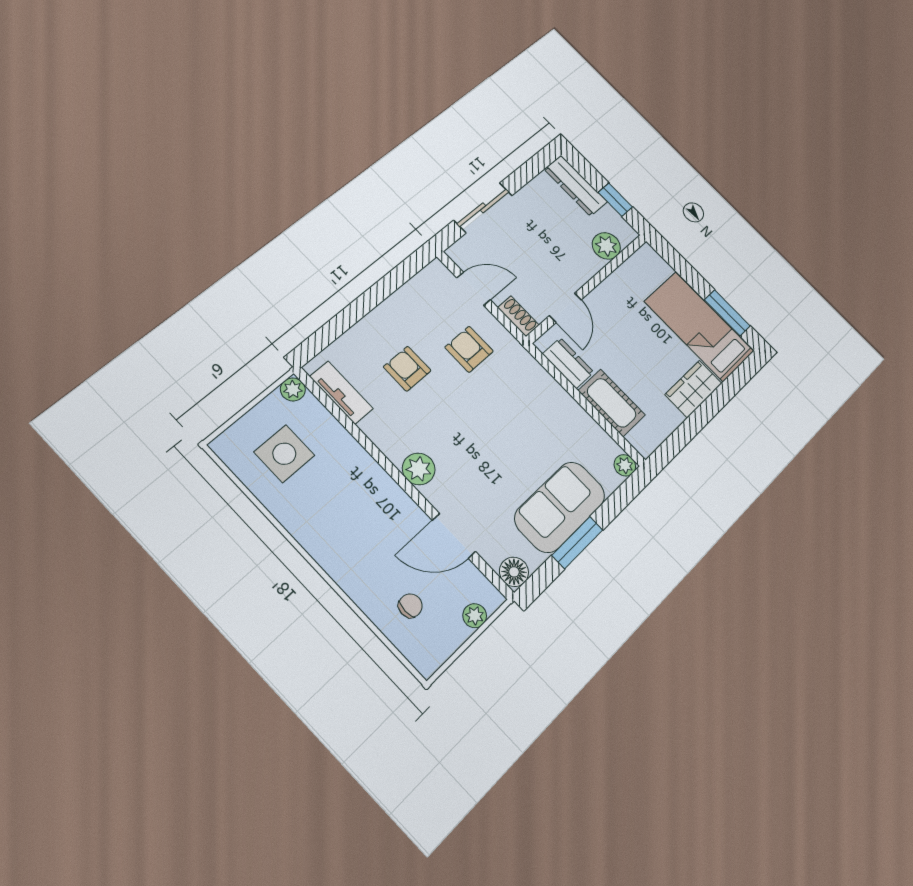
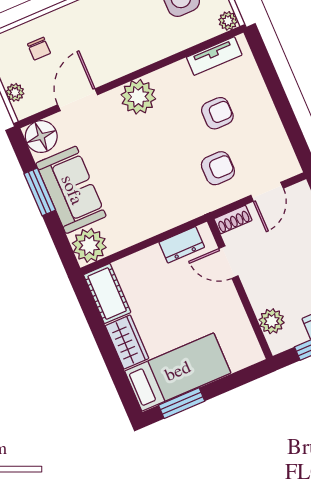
cot: (612, 403) -> (107, 294), moved, turned 90
plant: (625, 465) -> (89, 245), width x1.88, depth x1.88
plant: (419, 469) -> (138, 97), width x1.36, depth x1.36
floor lamp: (514, 572) -> (41, 137), width x1.38, depth x1.38

